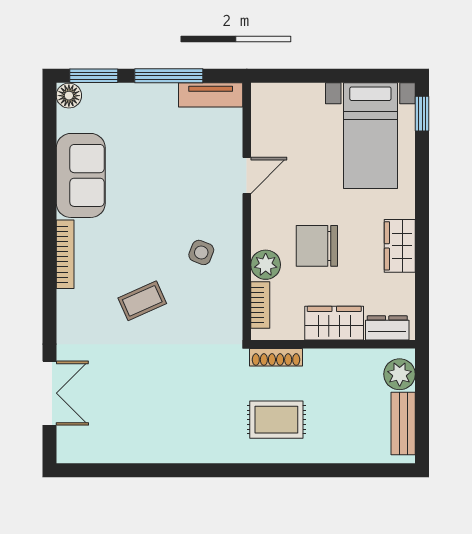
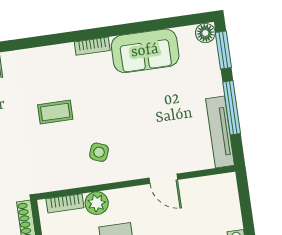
tv unit: (211, 95) -> (220, 132), width x1.41
bookcase: (65, 254) -> (92, 46), width x0.64
coffee table: (142, 301) -> (55, 112), turned -66

